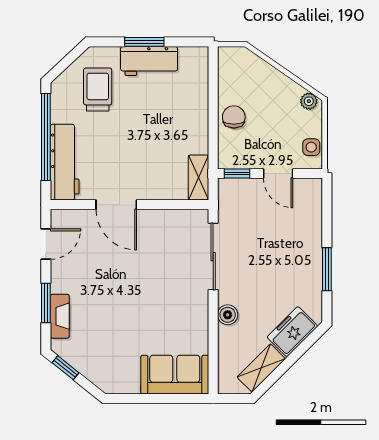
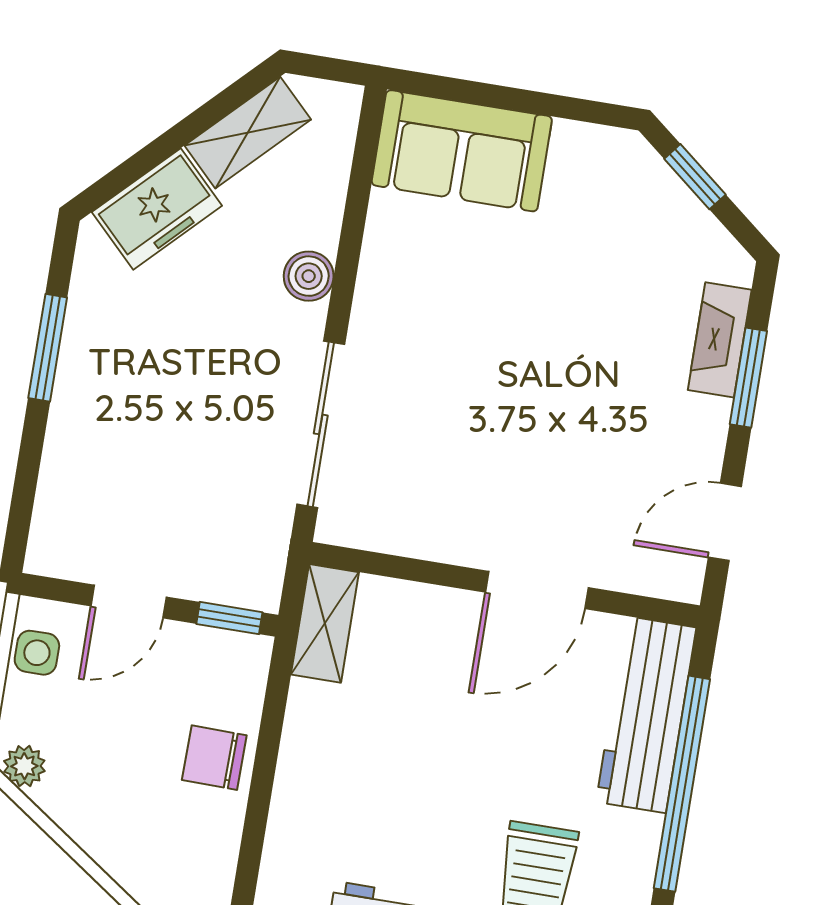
chair: (234, 117) -> (214, 758), turned 91
door: (278, 173) -> (129, 602), swing flipped
door: (116, 205) -> (537, 590), swing flipped
window: (66, 368) -> (695, 177), moved

